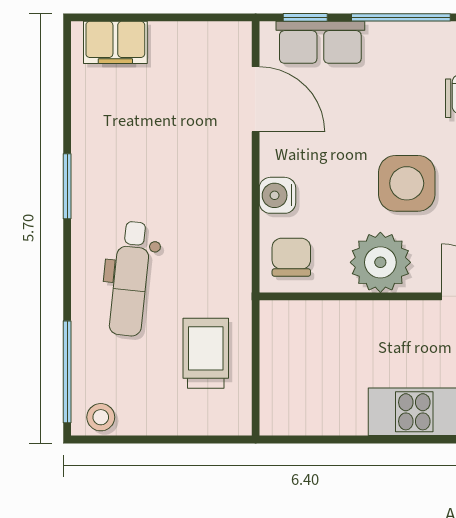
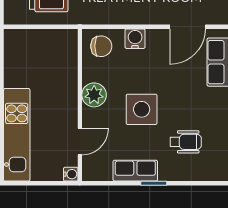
plant: (380, 262) -> (94, 95), width x0.73, depth x0.73

